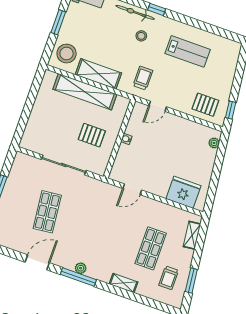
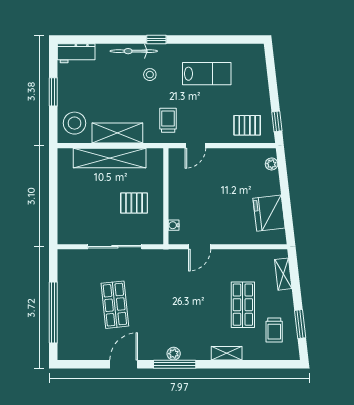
water cooler: (126, 139) -> (174, 225), moved
fridge: (183, 192) -> (269, 213), moved, turned -97

